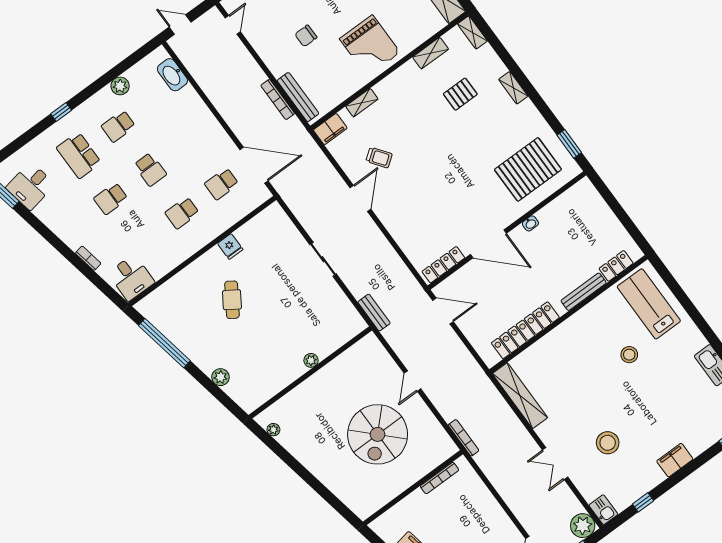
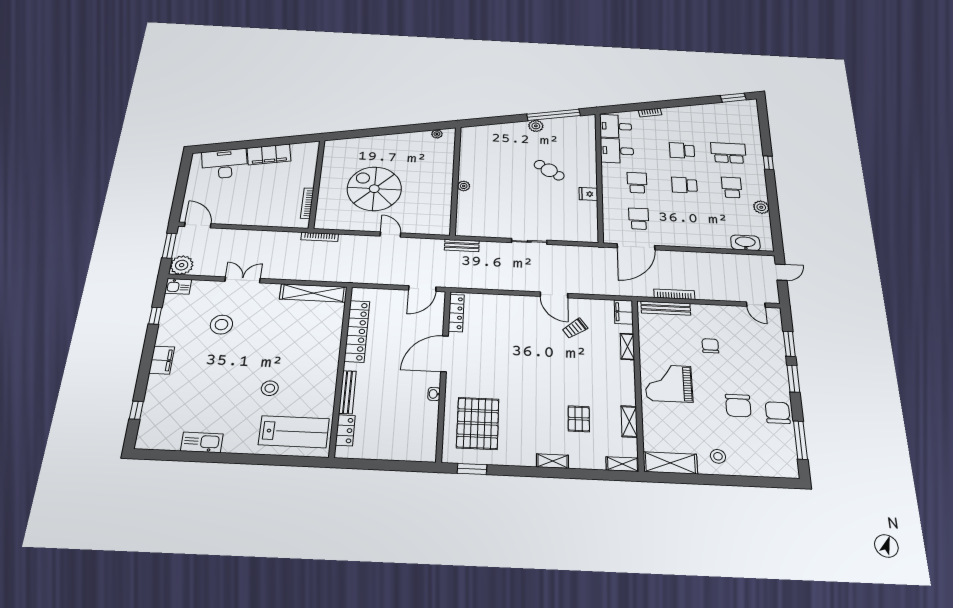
desk: (30, 186) -> (617, 151), moved, turned -79
school desk: (111, 199) -> (682, 150), turned -90
plant: (220, 377) -> (536, 126), moved

